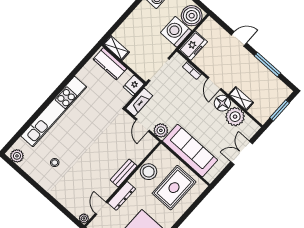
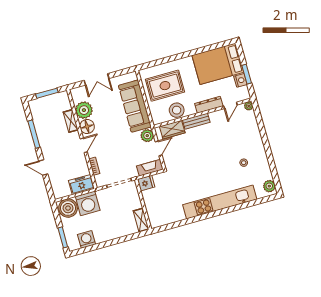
kitchen counter: (110, 64) -> (154, 211), removed
wardrobe: (141, 151) -> (172, 130), added

